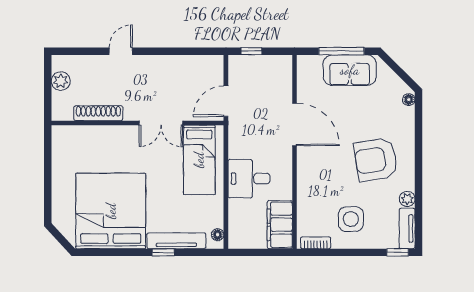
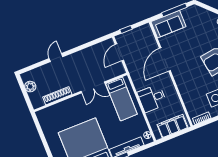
sofa: (350, 70) -> (169, 24), moved
door: (226, 101) -> (119, 52), moved
door: (294, 124) -> (165, 59), swing flipped
filing cabinet: (280, 225) -> (172, 126), moved, turned 90

